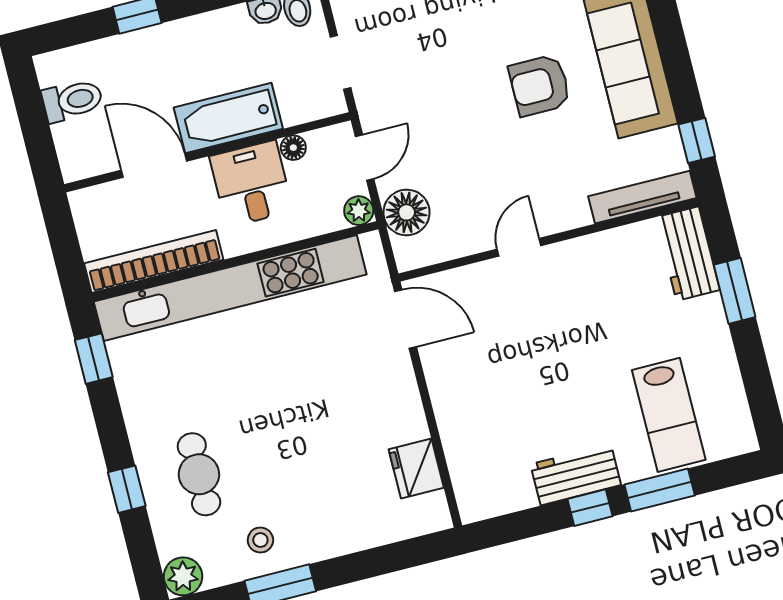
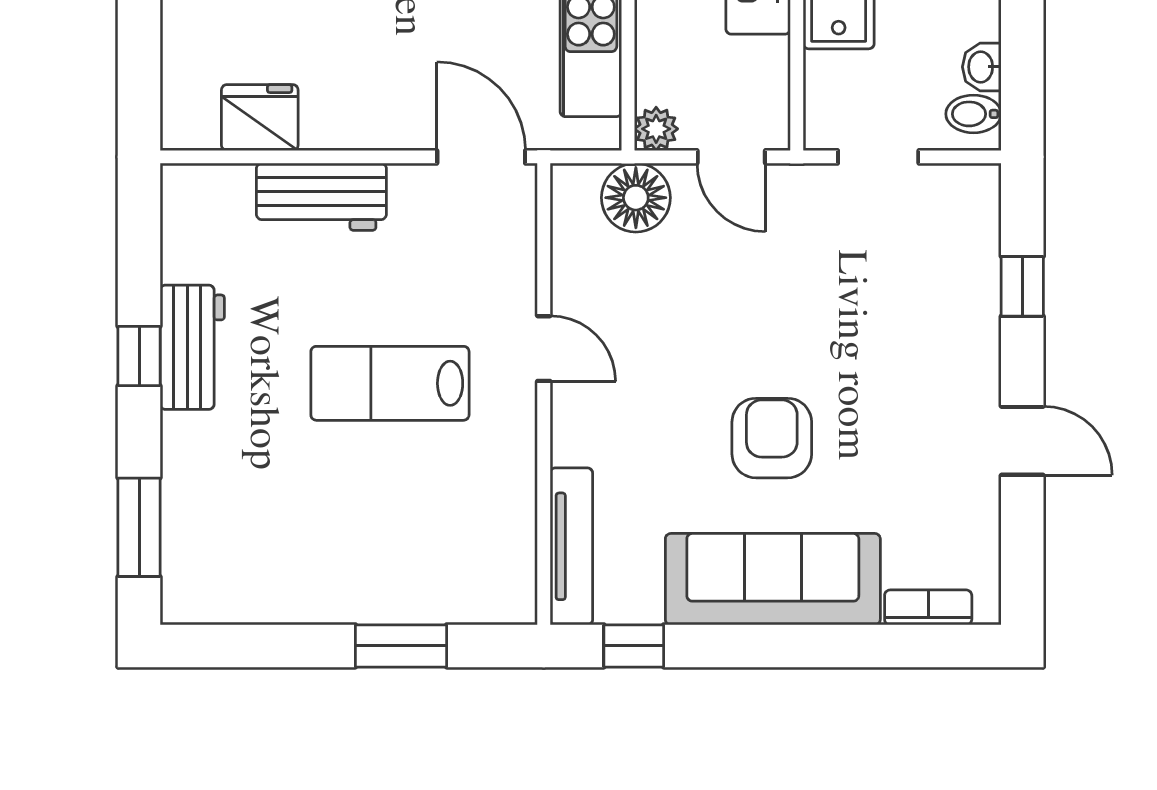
floor lamp: (293, 148) -> (772, 57), removed
workbench: (688, 254) -> (321, 197), moved, turned 180
door: (405, 319) -> (481, 157), swing flipped
lab bench: (669, 415) -> (390, 383), moved
window: (660, 490) -> (139, 527), moved

